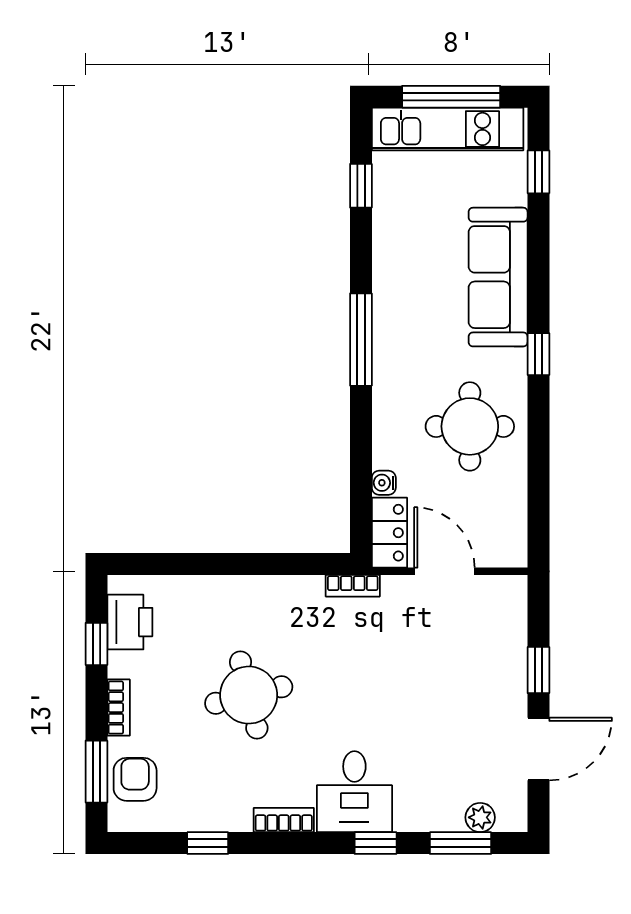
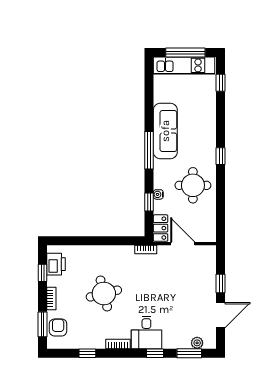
window: (361, 186) -> (149, 202), moved
sofa: (498, 277) -> (165, 131), moved, turned 180
water cooler: (384, 483) -> (158, 194), moved

